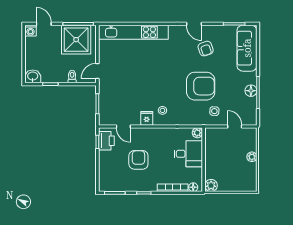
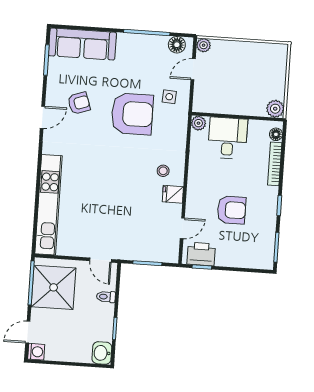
armchair: (201, 86) -> (132, 114), turned 90
floor lamp: (251, 91) -> (177, 45), moved
plant: (252, 157) -> (204, 45), moved
armchair: (138, 160) -> (232, 210), turned 180

